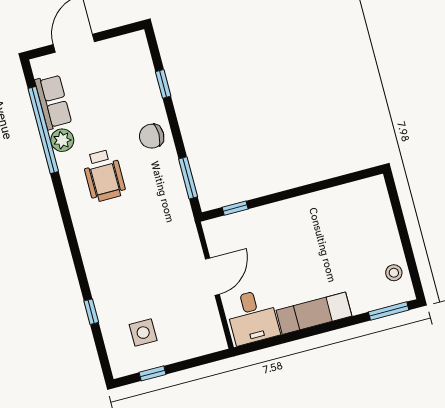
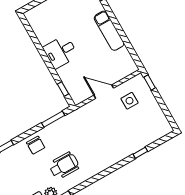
desk: (252, 317) -> (61, 52), moved, turned 180
side table: (143, 333) -> (129, 101), moved
window: (153, 373) -> (150, 83), moved

